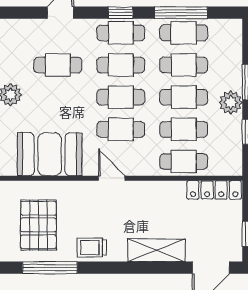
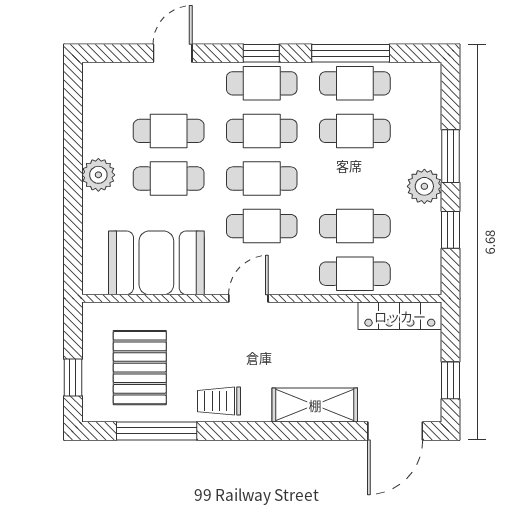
cafe table: (184, 97) -> (169, 179), moved
door: (112, 178) -> (248, 298), hinge flipped

